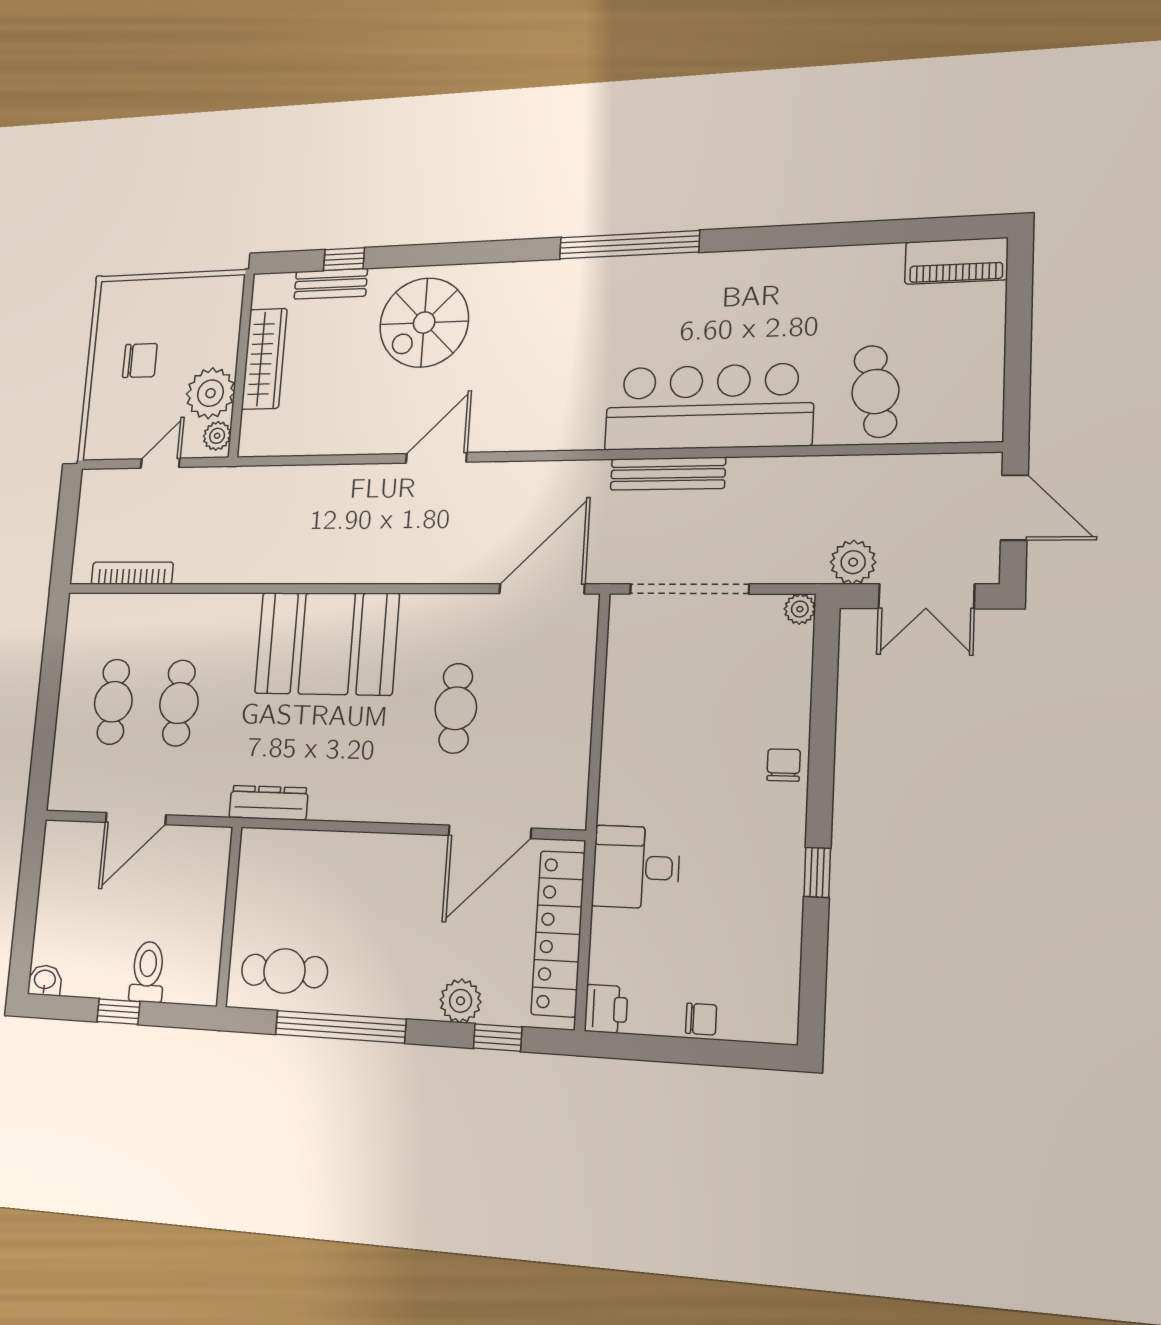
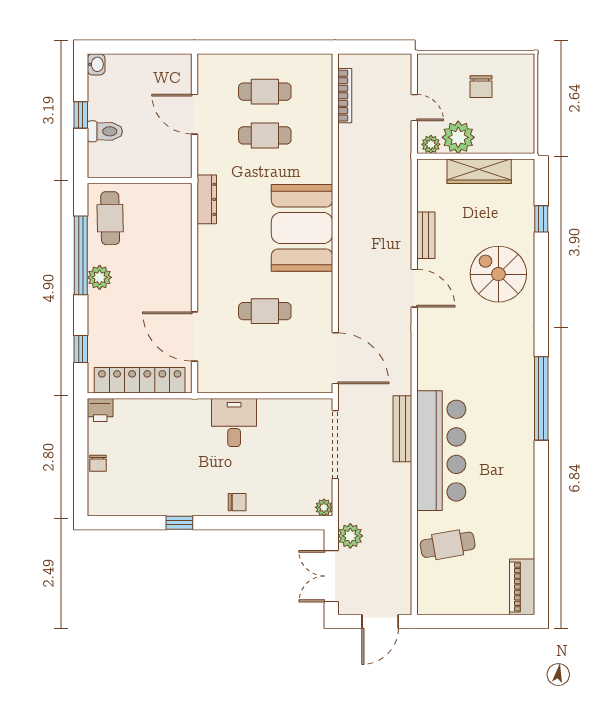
bench: (331, 284) -> (426, 235), moved
desk: (636, 867) -> (234, 423), moved
plant: (461, 1001) -> (100, 277), moved

